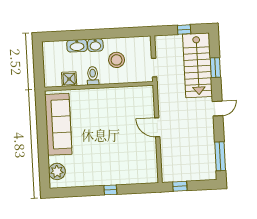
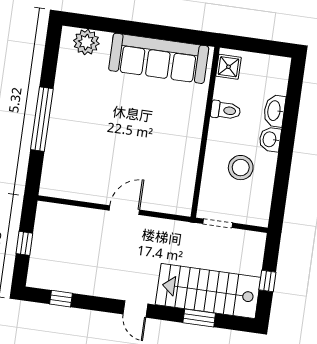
toilet: (93, 76) -> (226, 110), moved
shower: (69, 79) -> (228, 67), moved
window: (220, 156) -> (61, 299), width x0.46
window: (180, 186) -> (24, 243), moved
window: (110, 190) -> (42, 119), width x3.17

